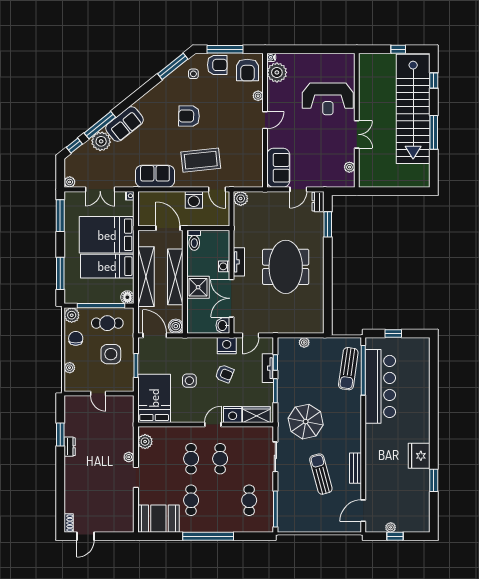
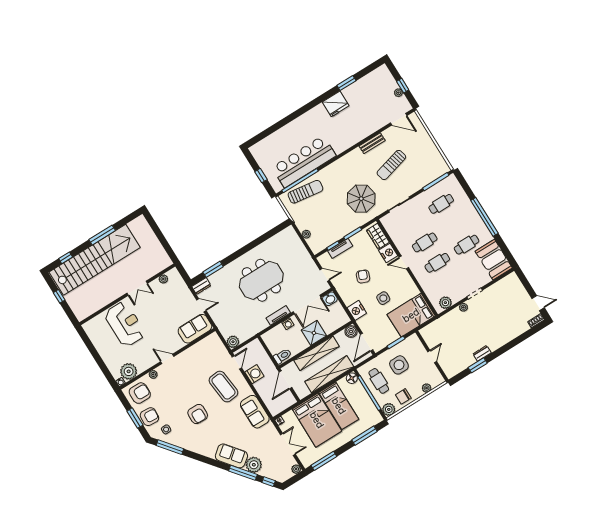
window: (225, 49) -> (135, 418), width x0.69
armchair: (217, 65) -> (149, 417), turned 94
double door: (357, 134) -> (137, 288), swing flipped
nightstand: (227, 346) -> (357, 310), moved

